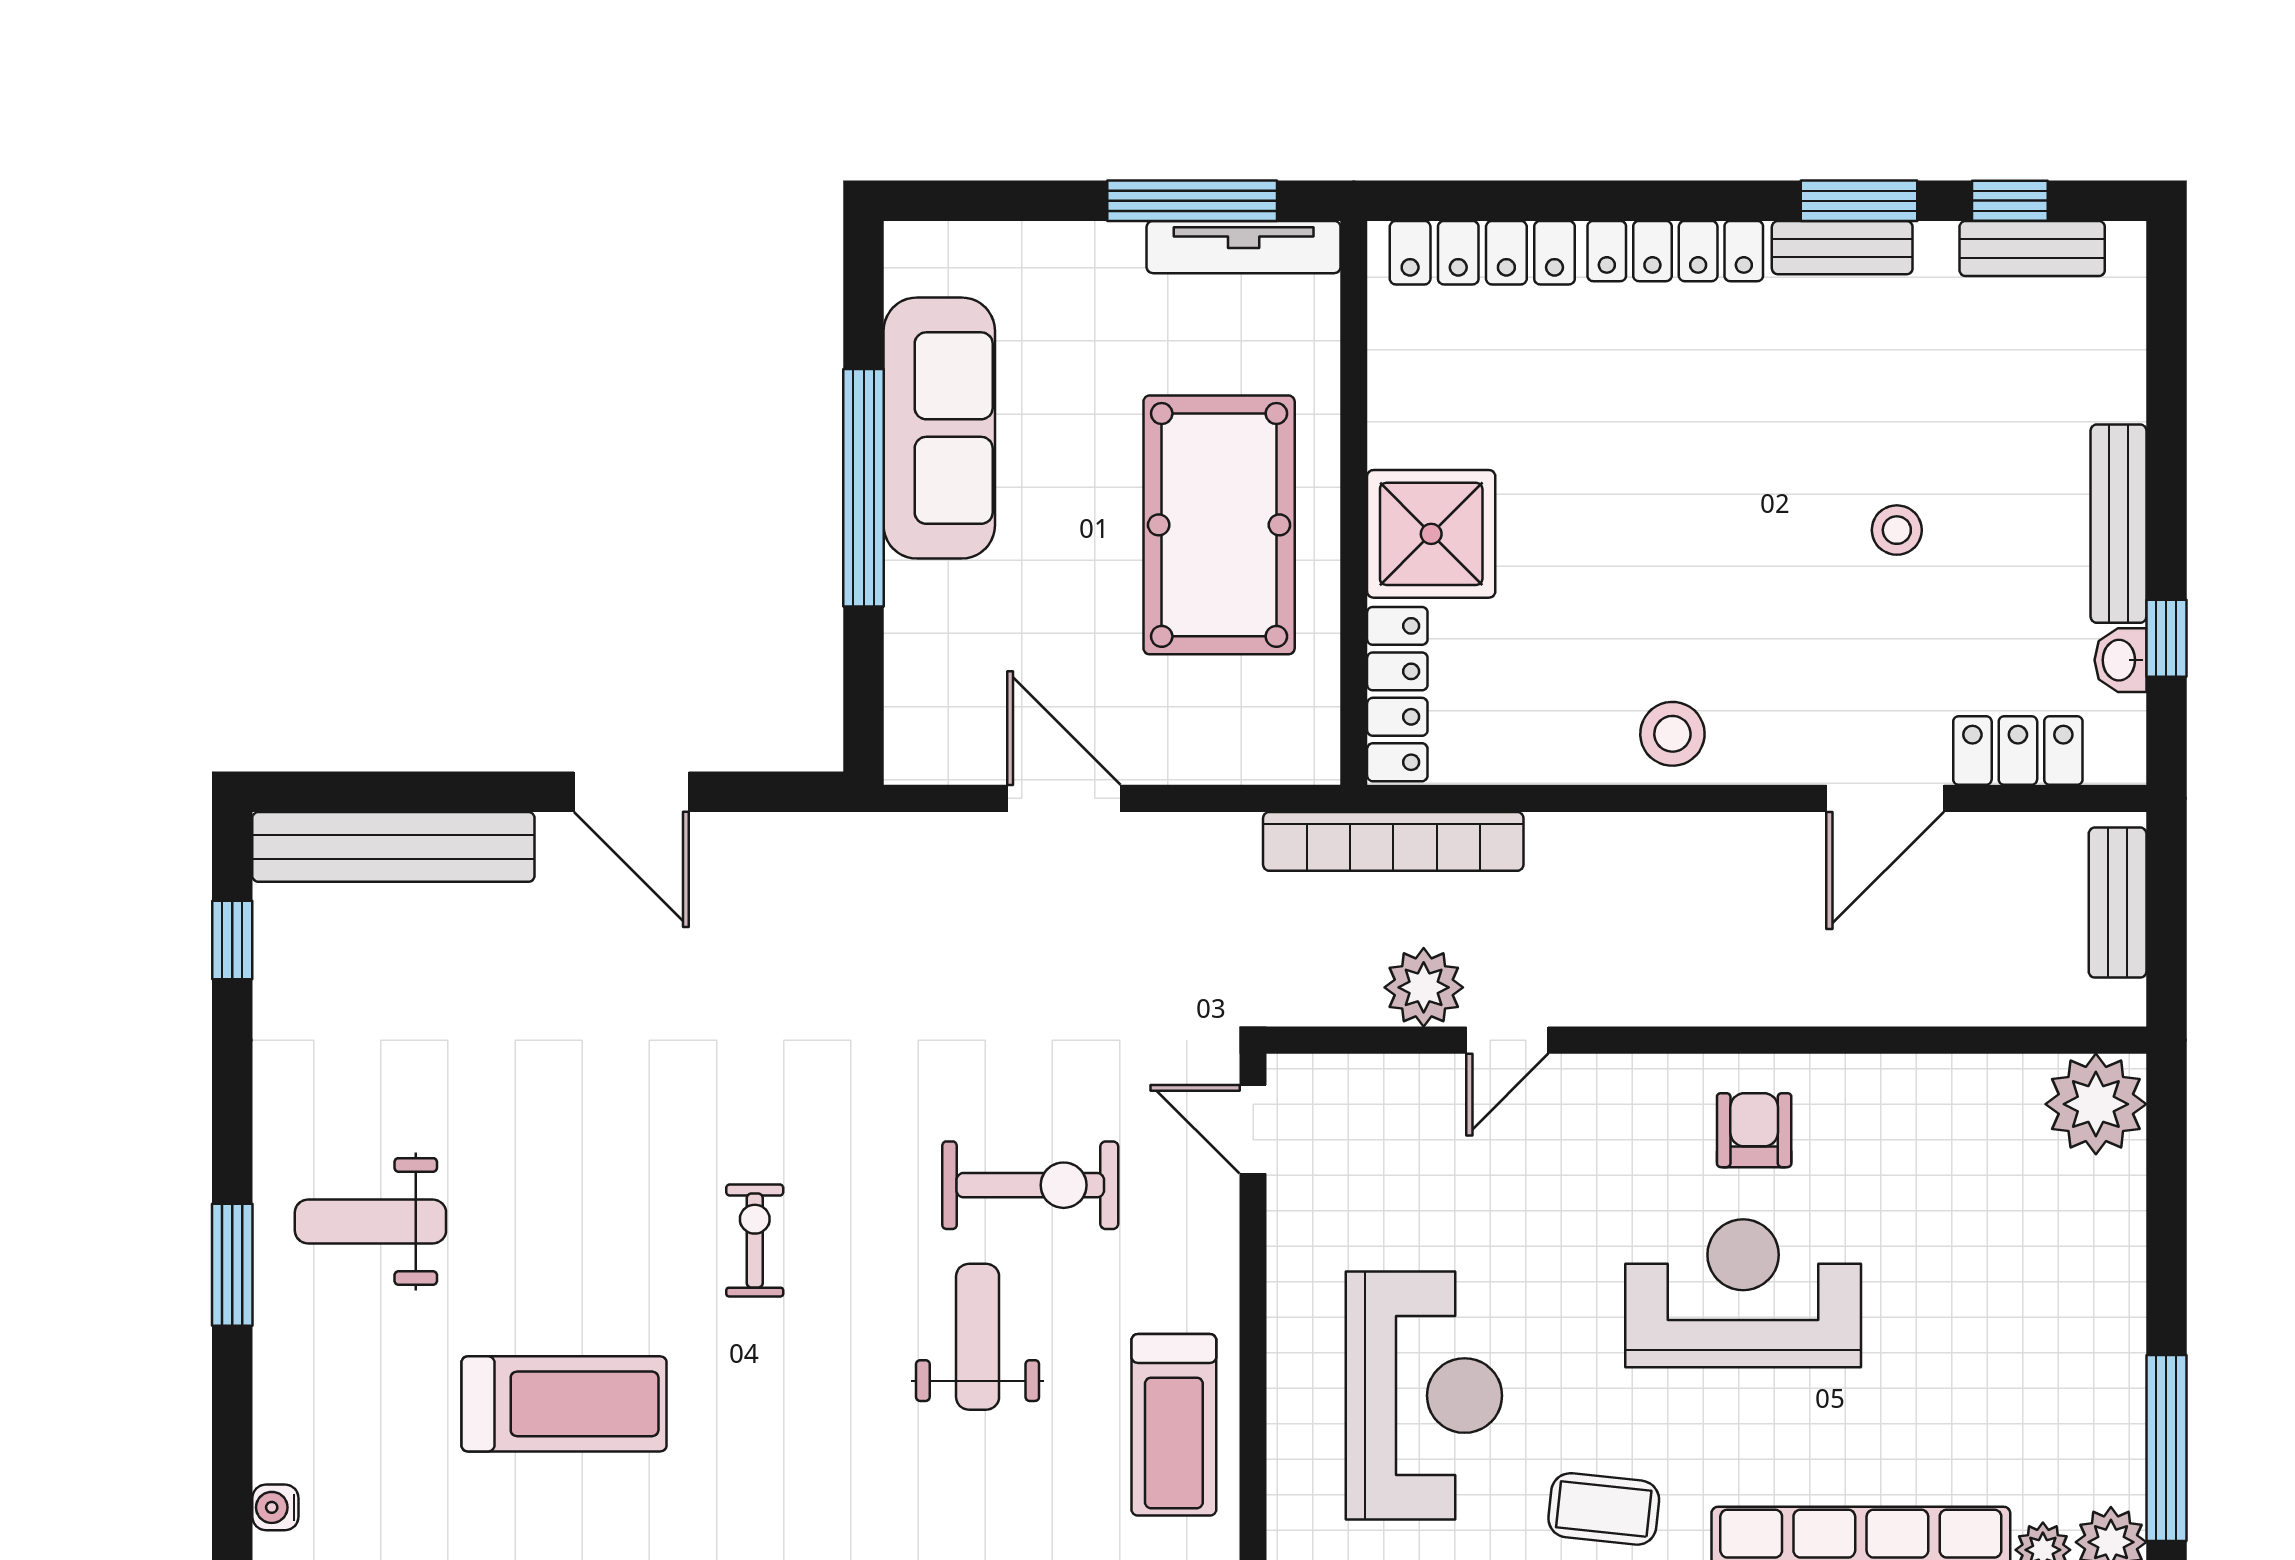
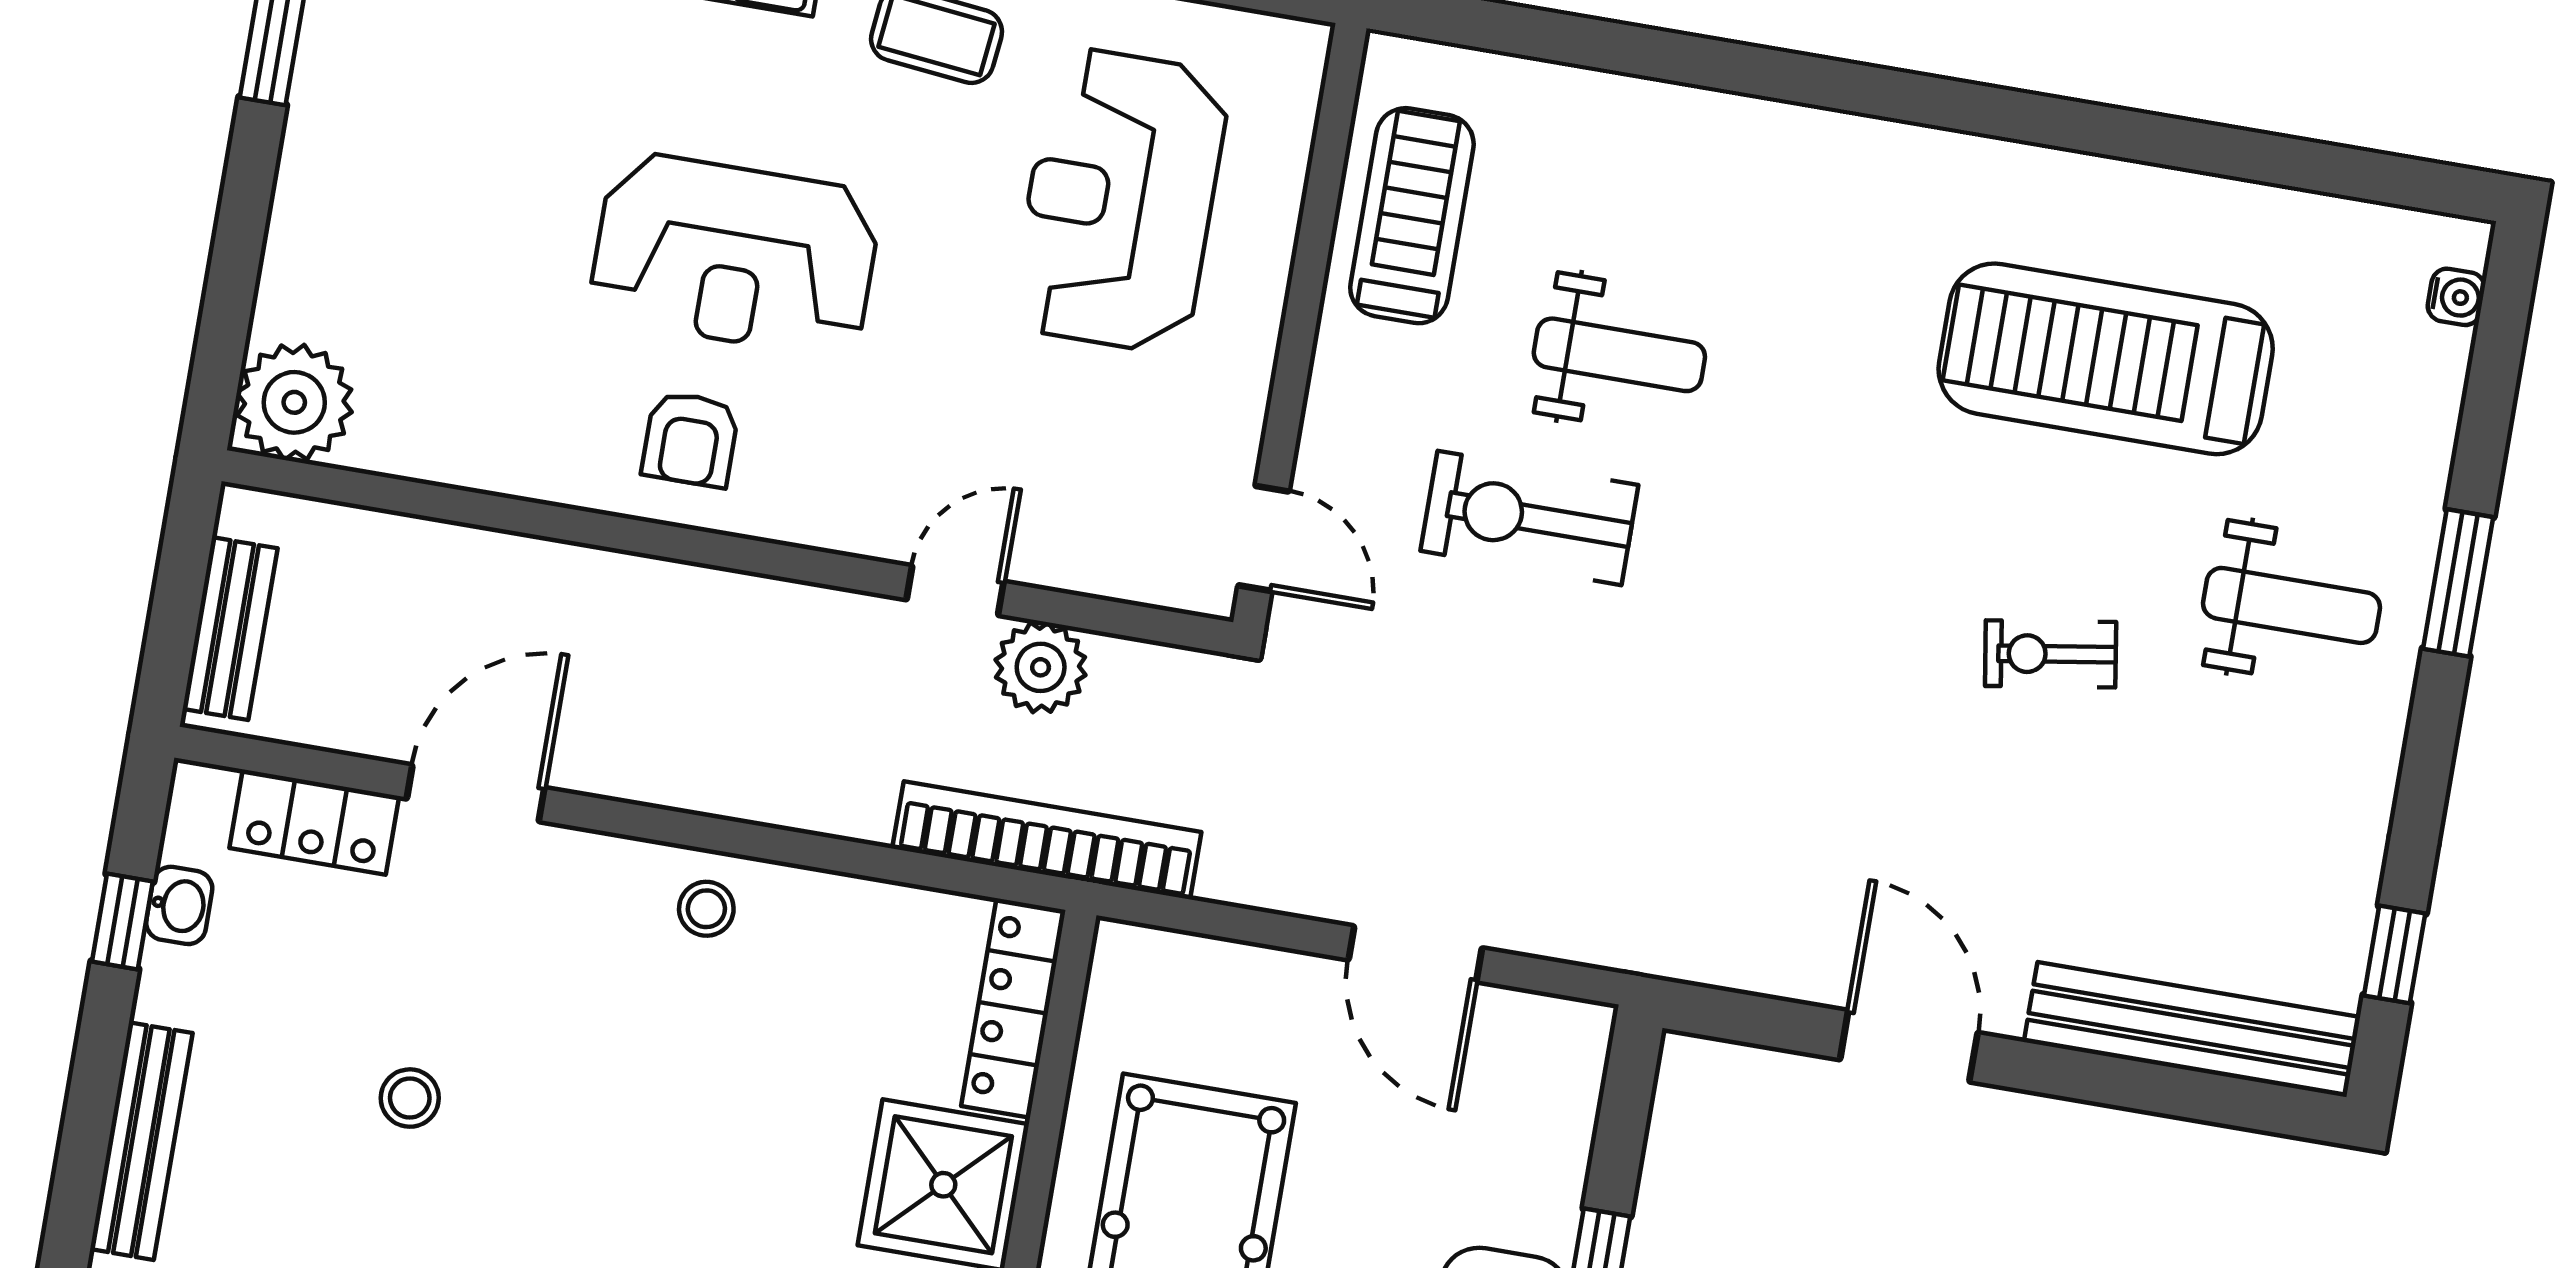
bench: (2118, 524) -> (141, 1141), moved
stool: (1672, 734) -> (706, 909), width x0.73, depth x0.73
exercise bike: (755, 1240) -> (2051, 654), moved, turned 81
weight bench: (978, 1337) -> (1619, 355), turned -90
treadmill: (564, 1404) -> (2106, 359), width x1.37, depth x1.38

